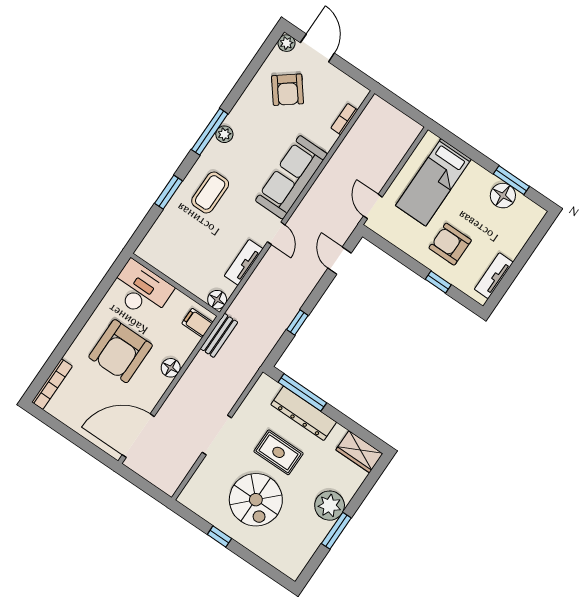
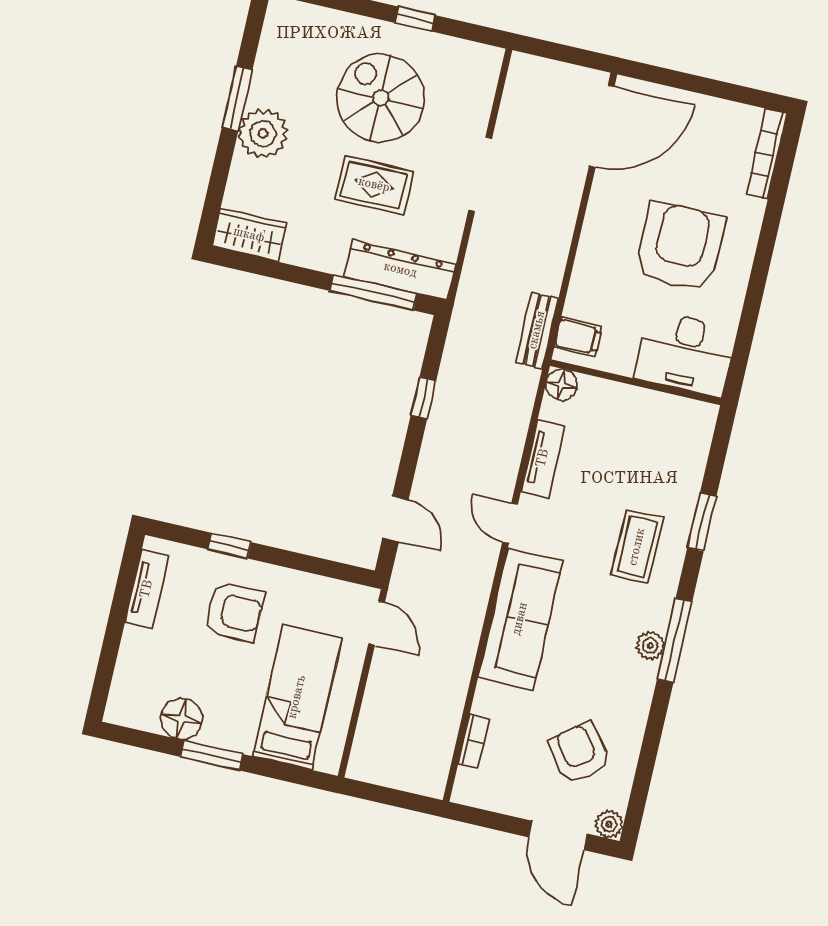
window: (511, 180) -> (212, 755), moved
floor lamp: (171, 368) -> (592, 251), removed
dresser: (304, 413) -> (400, 270), moved

